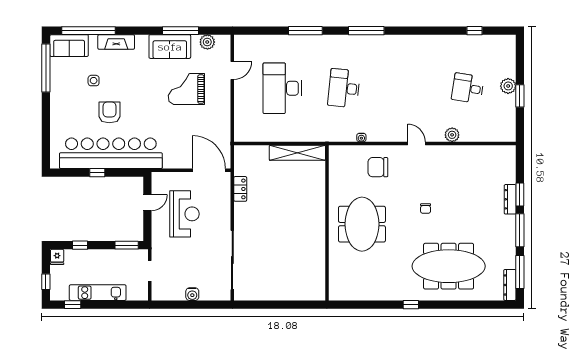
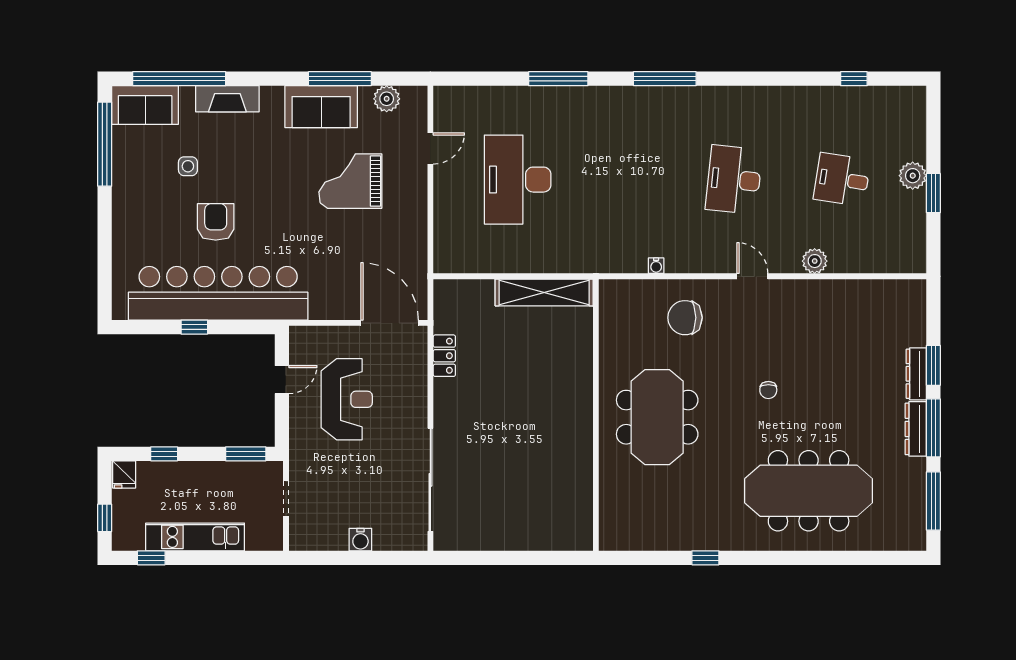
desk: (344, 88) -> (734, 180), moved
dresser: (510, 285) -> (916, 429), moved
window: (411, 305) -> (705, 558), moved

